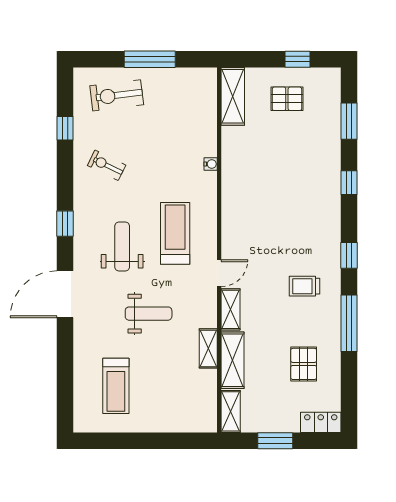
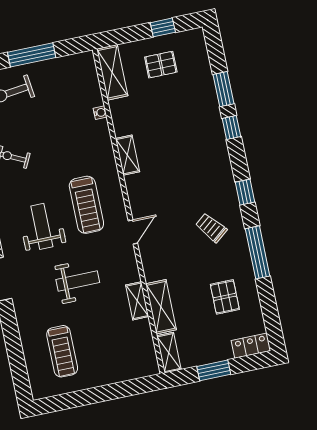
window: (349, 121) -> (223, 89), moved
water cooler: (211, 164) -> (100, 113), moved
treadmill: (175, 233) -> (86, 205), turned 180
trolley: (304, 286) -> (211, 228), turned 51
shelving: (231, 309) -> (127, 155), moved

